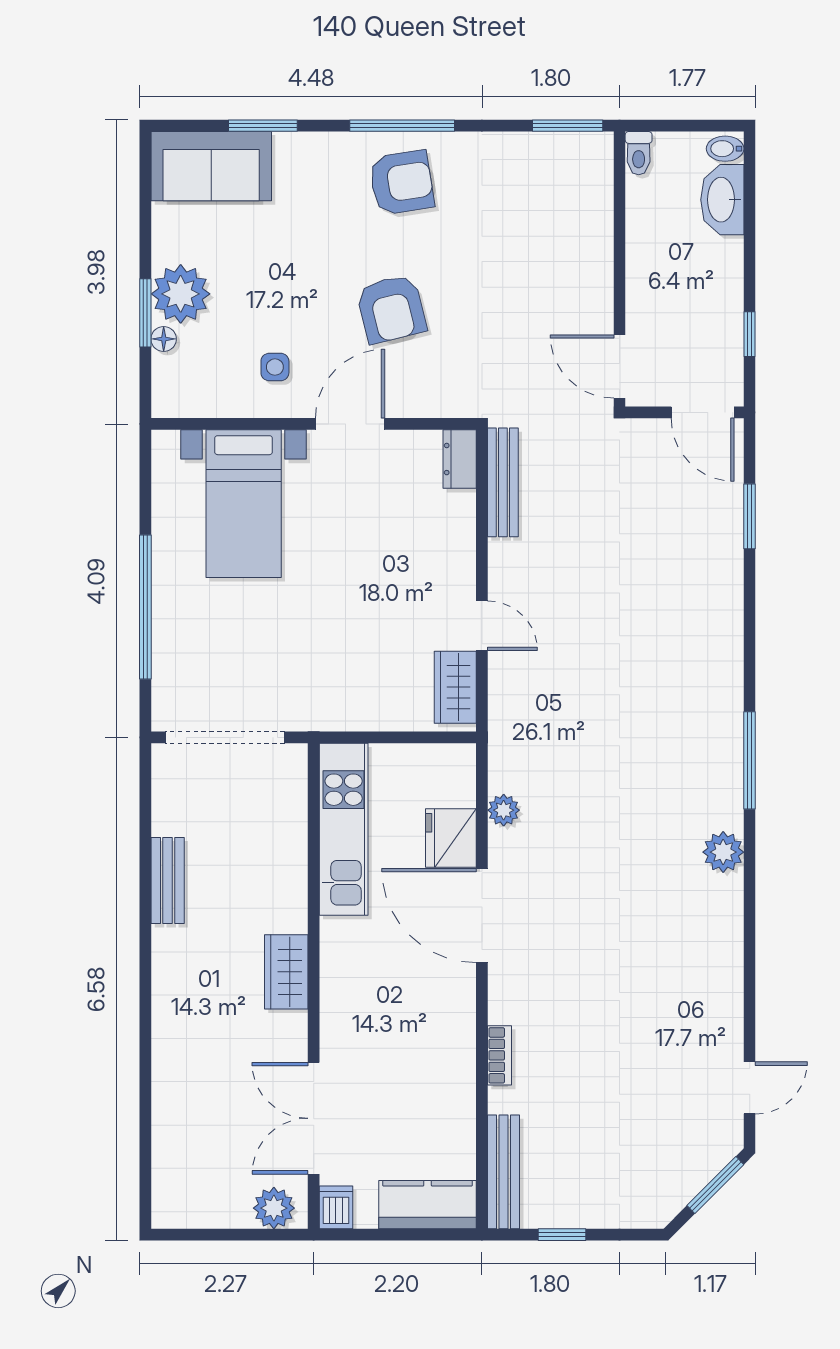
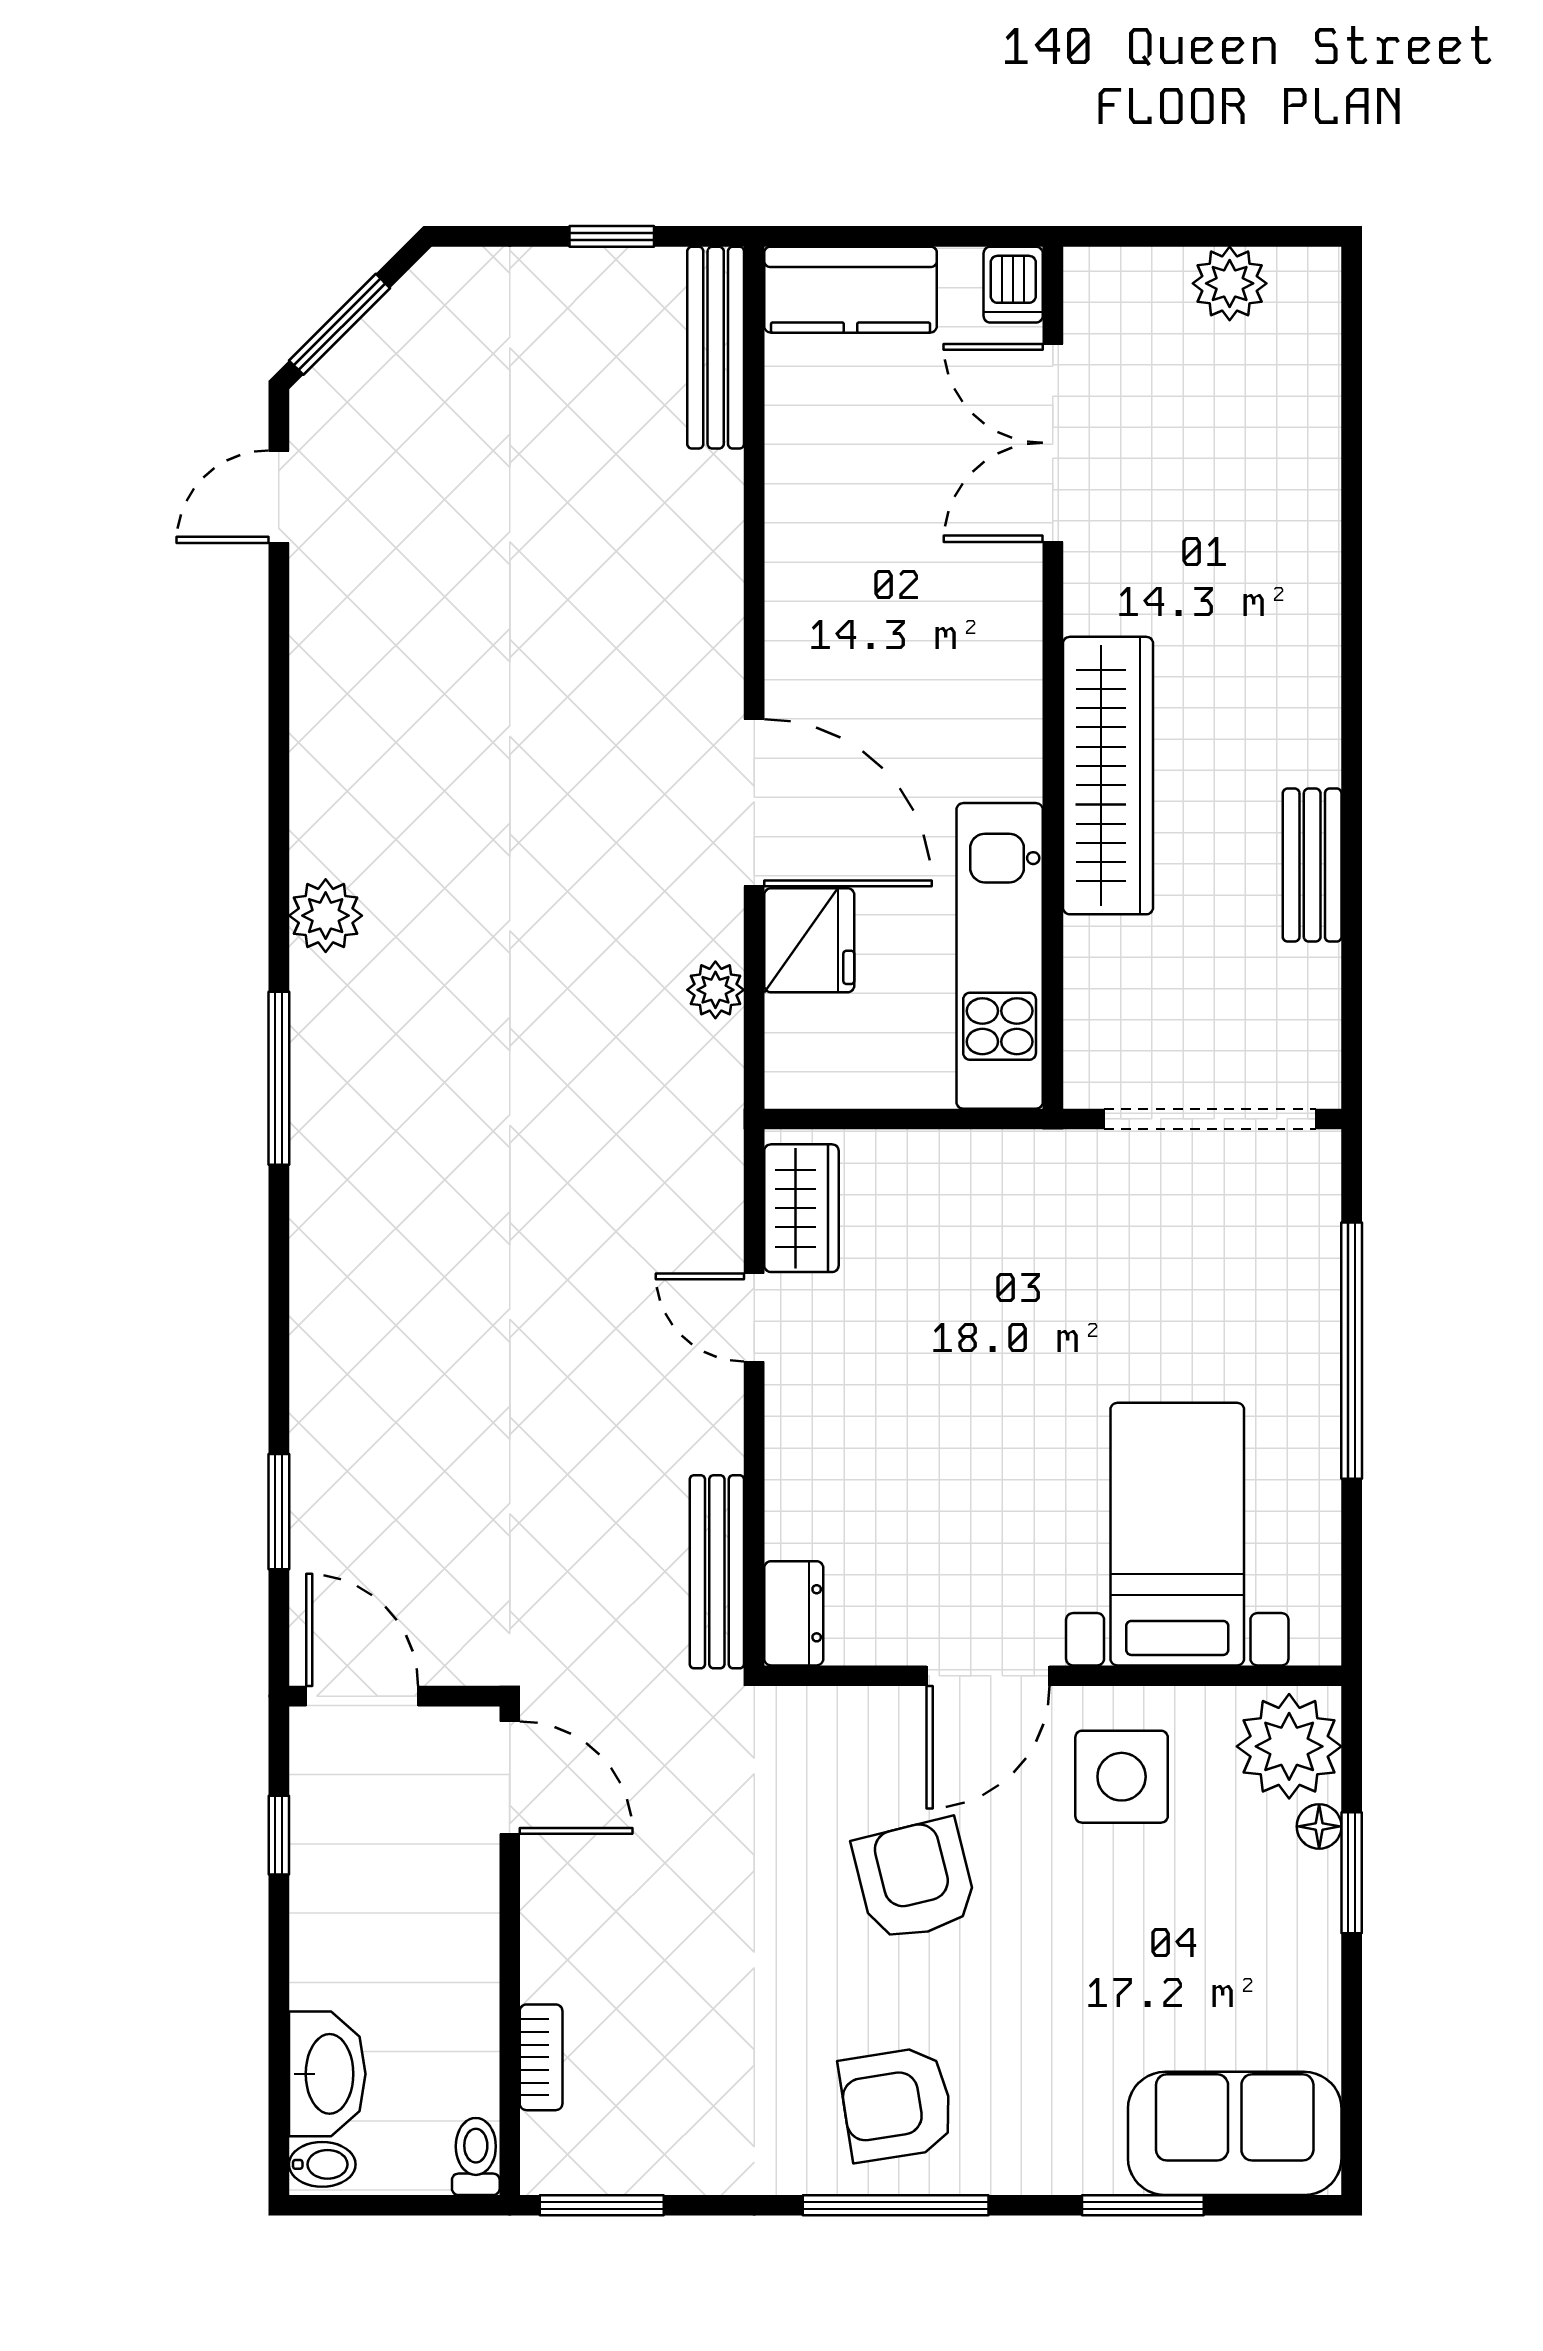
plant: (181, 294) -> (1289, 1746), moved
side table: (275, 367) -> (1122, 1777), width x1.87, depth x1.87
wardrobe: (286, 972) -> (1108, 776), width x2.10, depth x1.17
bookcase: (500, 1055) -> (541, 2057), moved, turned 180
double door: (314, 1118) -> (1053, 443), swing flipped
plant: (274, 1208) -> (1230, 283), moved

